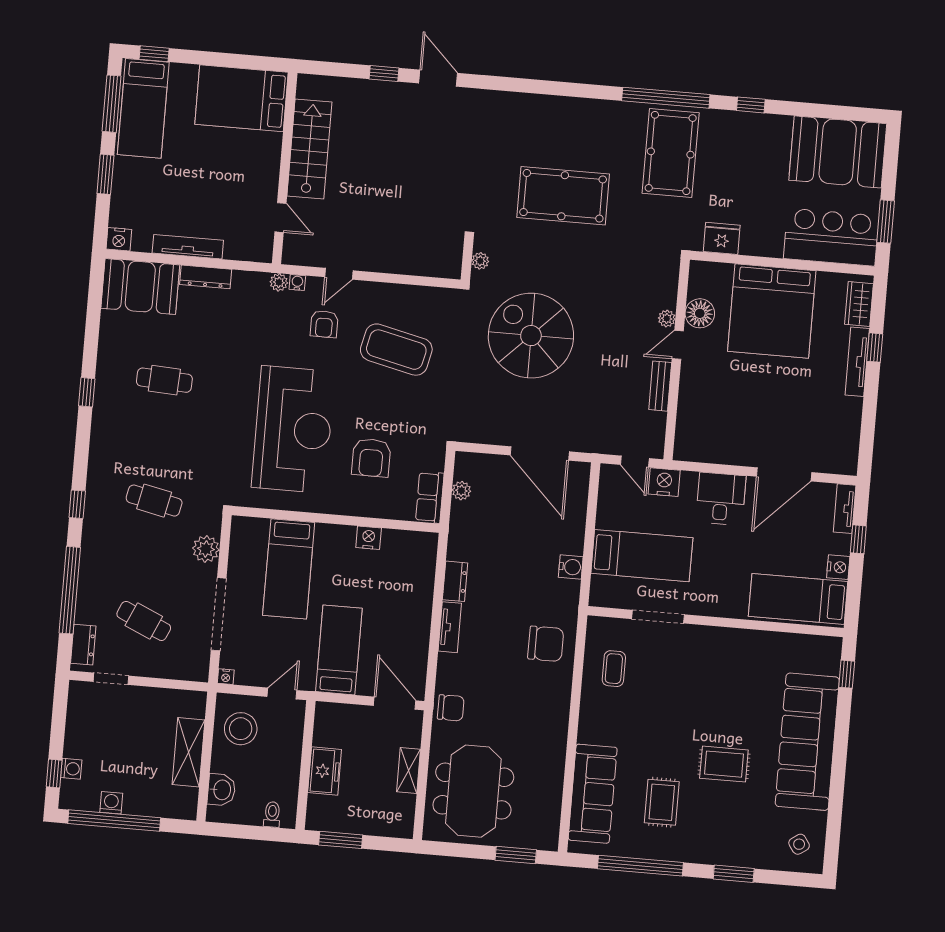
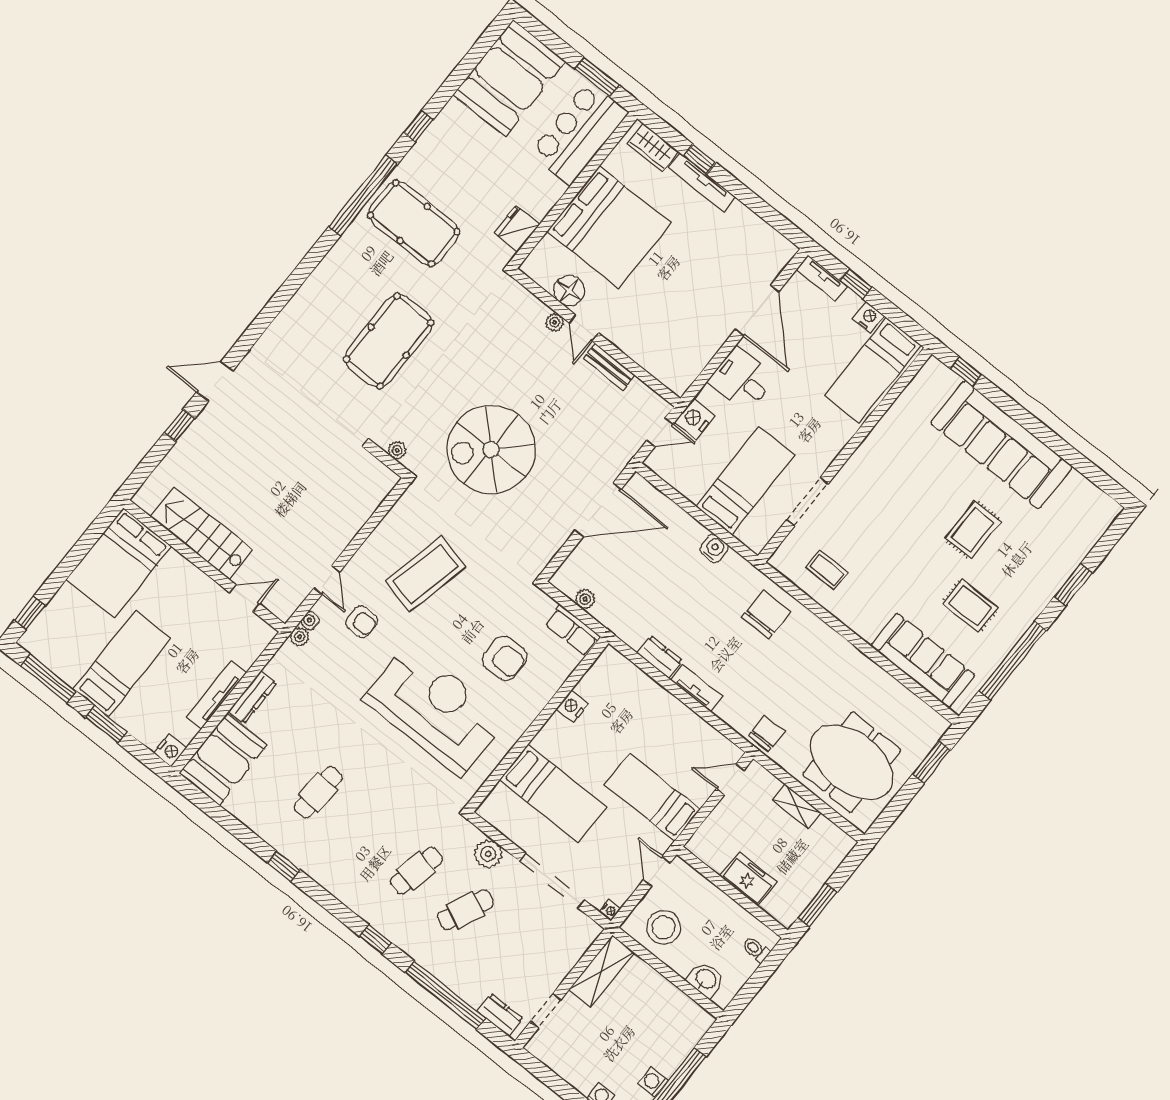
bed: (143, 108) -> (122, 664), moved, turned -90
cafe table: (144, 621) -> (465, 910), moved
door: (395, 703) -> (730, 779), width x0.73
shelving: (189, 752) -> (601, 971), moved, turned 90
side table: (799, 844) -> (1086, 511), removed

